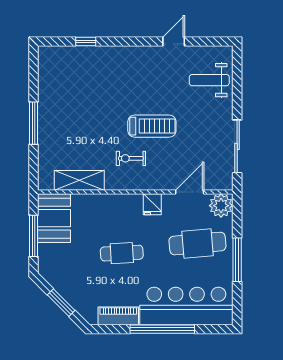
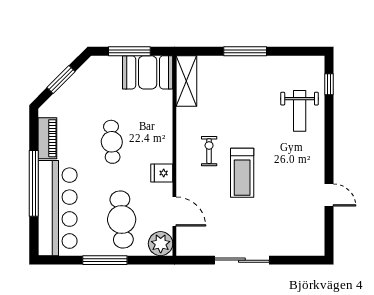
window: (86, 41) -> (329, 84), moved
weight bench: (209, 80) -> (300, 111), moved, turned 180
sliding door: (237, 146) -> (242, 260), moved
shelving: (79, 180) -> (186, 81), moved

